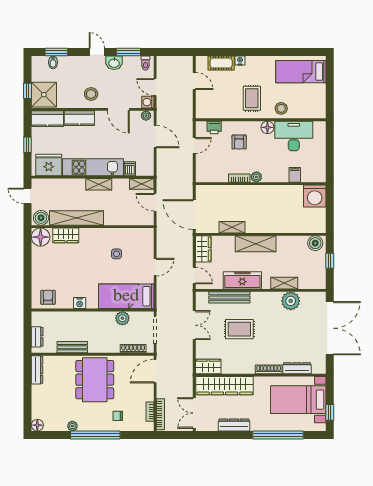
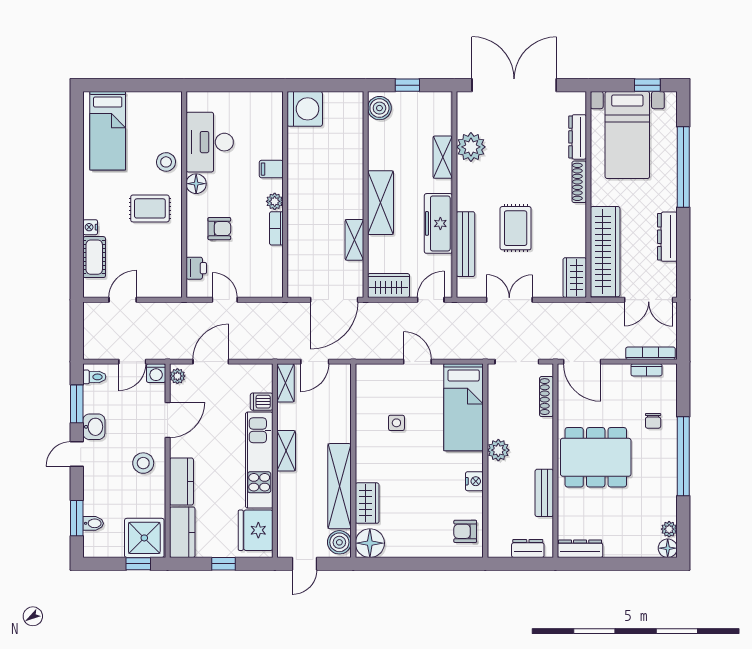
filing cabinet: (295, 175) -> (271, 169), moved
plant: (122, 318) -> (498, 450), moved
plant: (72, 426) -> (669, 529), moved

